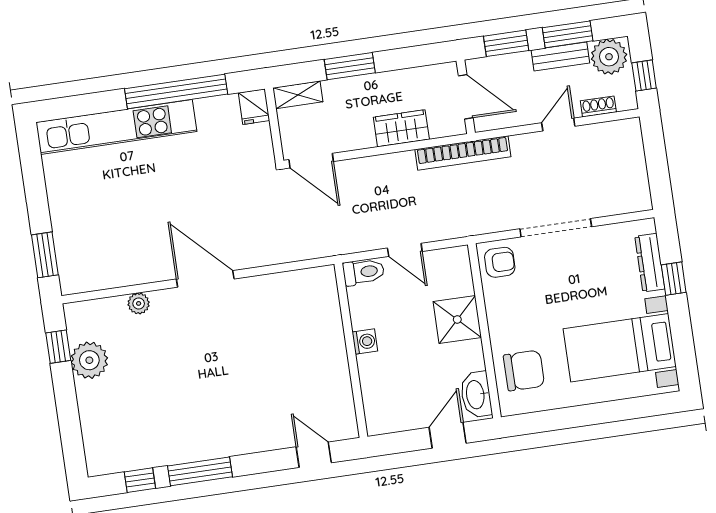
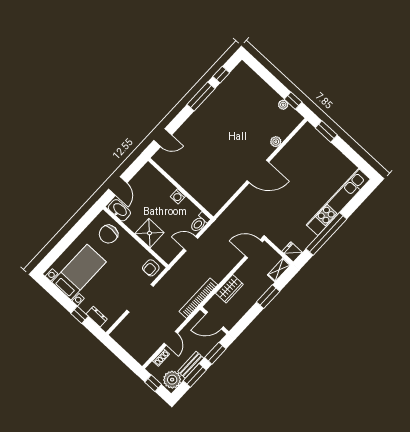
dresser: (650, 263) -> (97, 317), width x0.70
plant: (89, 360) -> (283, 105), width x0.53, depth x0.53

